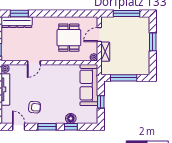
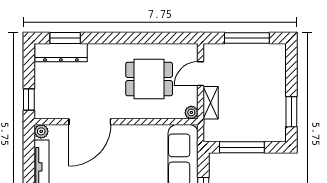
dining table: (69, 38) -> (149, 79), turned 90
window: (153, 42) -> (291, 112), moved
door: (34, 63) -> (90, 122), width x1.87

